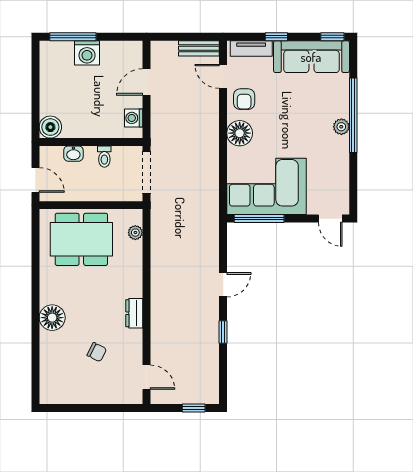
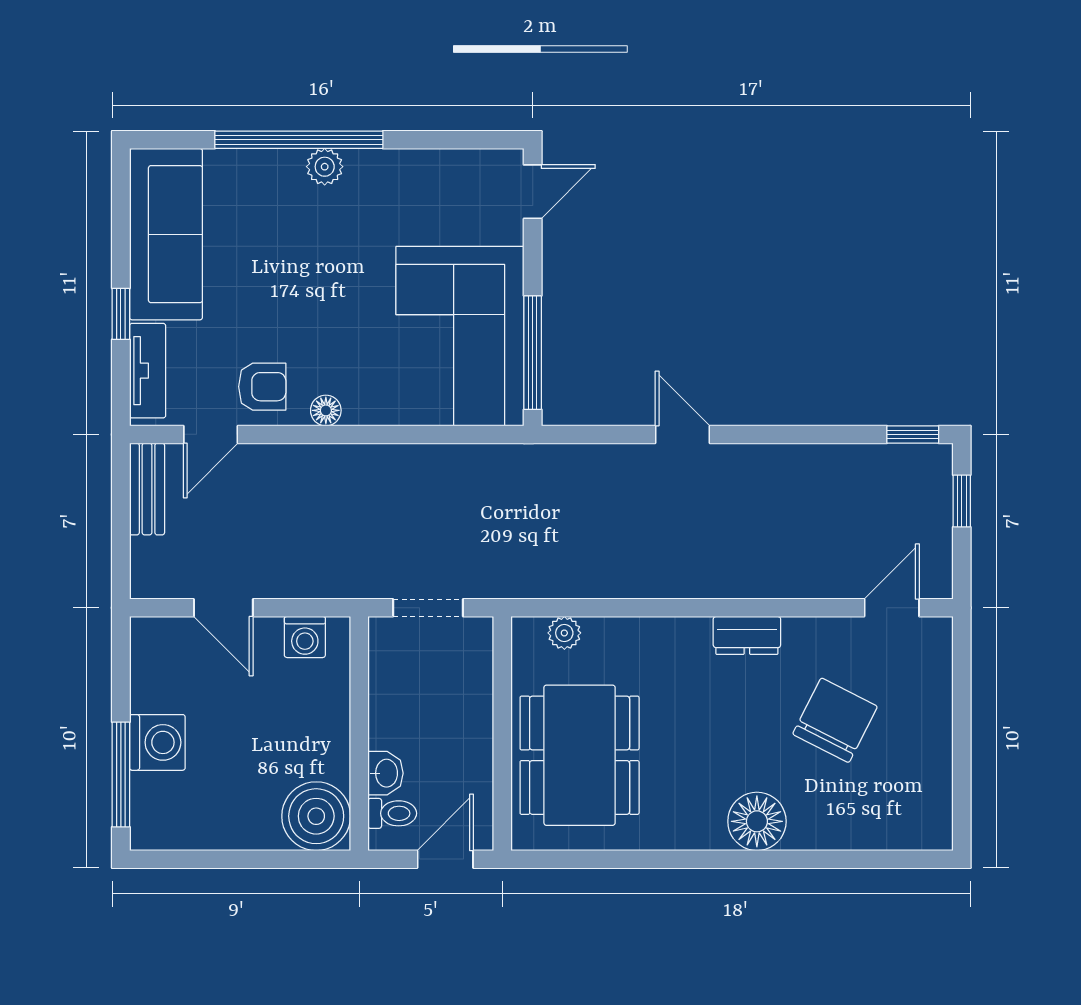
window: (332, 37) -> (121, 187), removed
boiler: (50, 127) -> (316, 816), width x1.37, depth x1.37
floor lamp: (240, 133) -> (326, 410), width x0.53, depth x0.53
toilet: (104, 157) -> (392, 813), moved
doorway: (146, 172) -> (428, 608), width x0.73
window: (223, 332) -> (913, 434), moved
chair: (97, 352) -> (835, 720), width x1.87, depth x1.87

